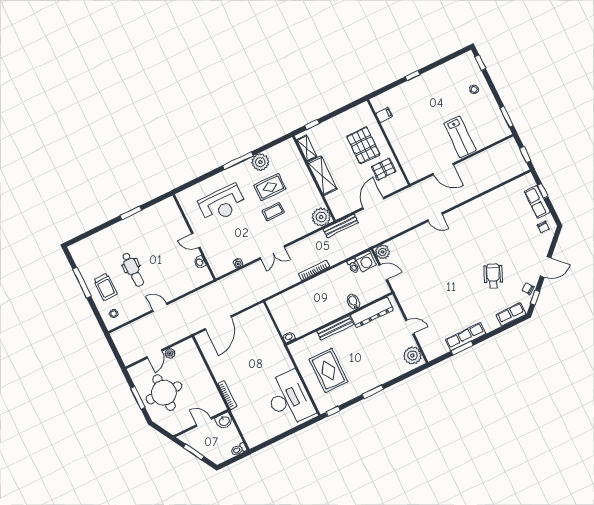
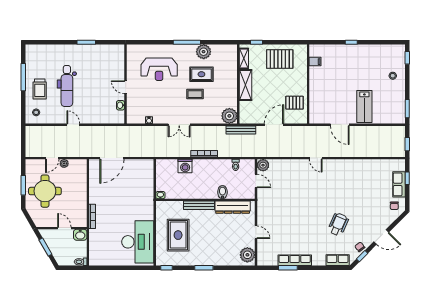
pallet: (363, 145) -> (280, 59), moved, turned 90
washing machine: (366, 261) -> (185, 166), moved
dental chair: (133, 270) -> (67, 86), width x1.36, depth x1.38

